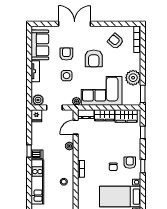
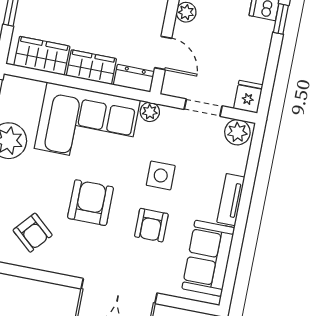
door: (76, 127) -> (163, 53), hinge flipped

